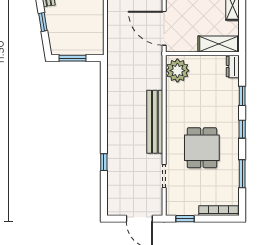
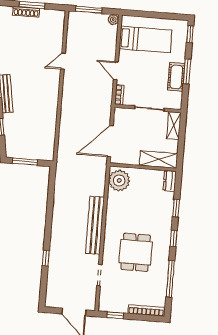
door: (164, 28) -> (110, 141), hinge flipped
window: (242, 174) -> (170, 279), width x1.44

